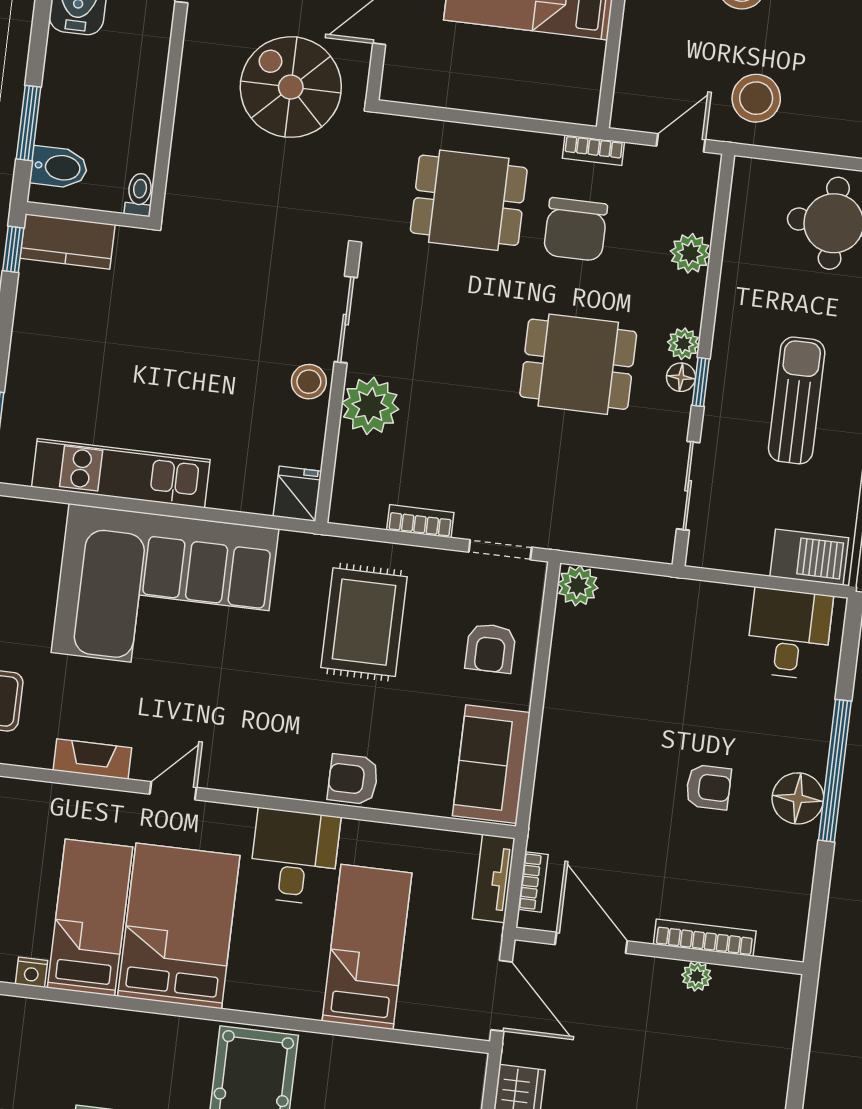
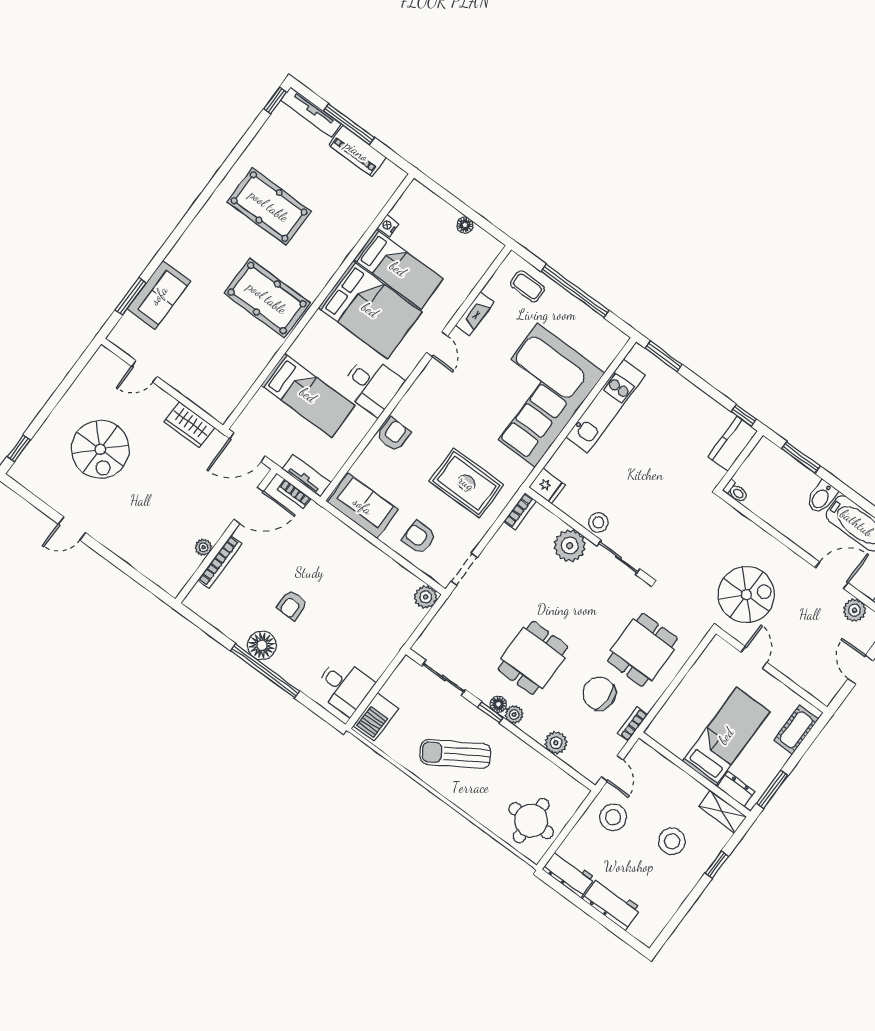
bidet: (59, 167) -> (822, 497), moved
sun lounger: (797, 400) -> (455, 754), turned 148
bookcase: (420, 521) -> (520, 511), moved

